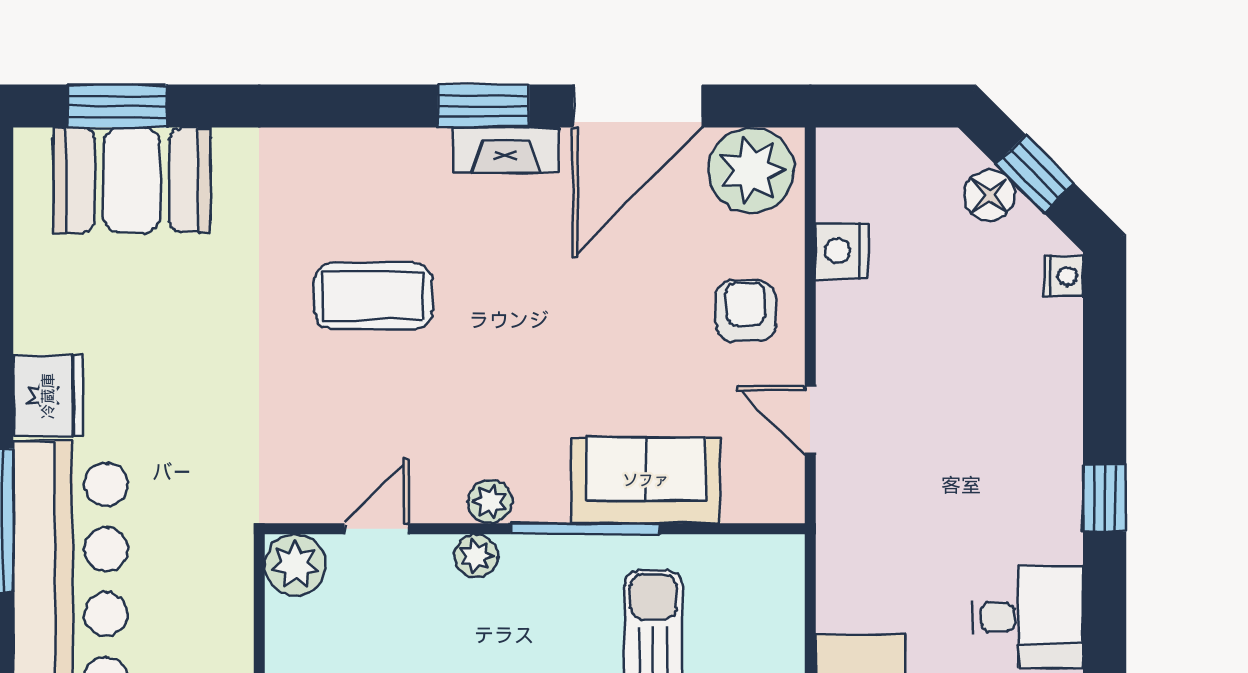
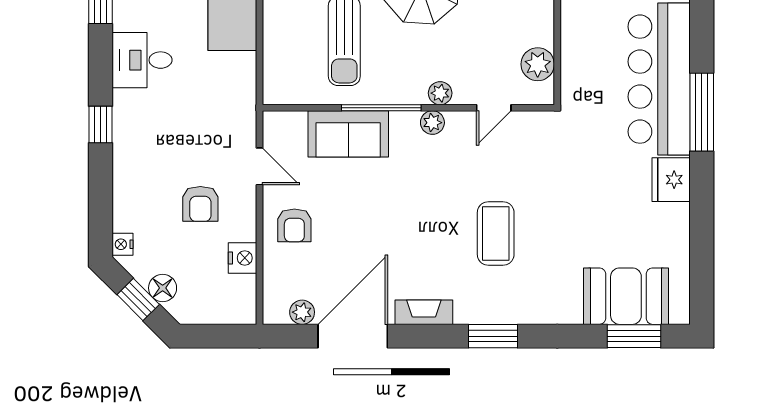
window: (483, 106) -> (493, 336), moved
plant: (751, 170) -> (302, 312), width x0.53, depth x0.53
coffee table: (373, 296) -> (496, 233), turned 90
armchair: (920, 351) -> (200, 204), added
plant: (295, 565) -> (538, 64), moved

